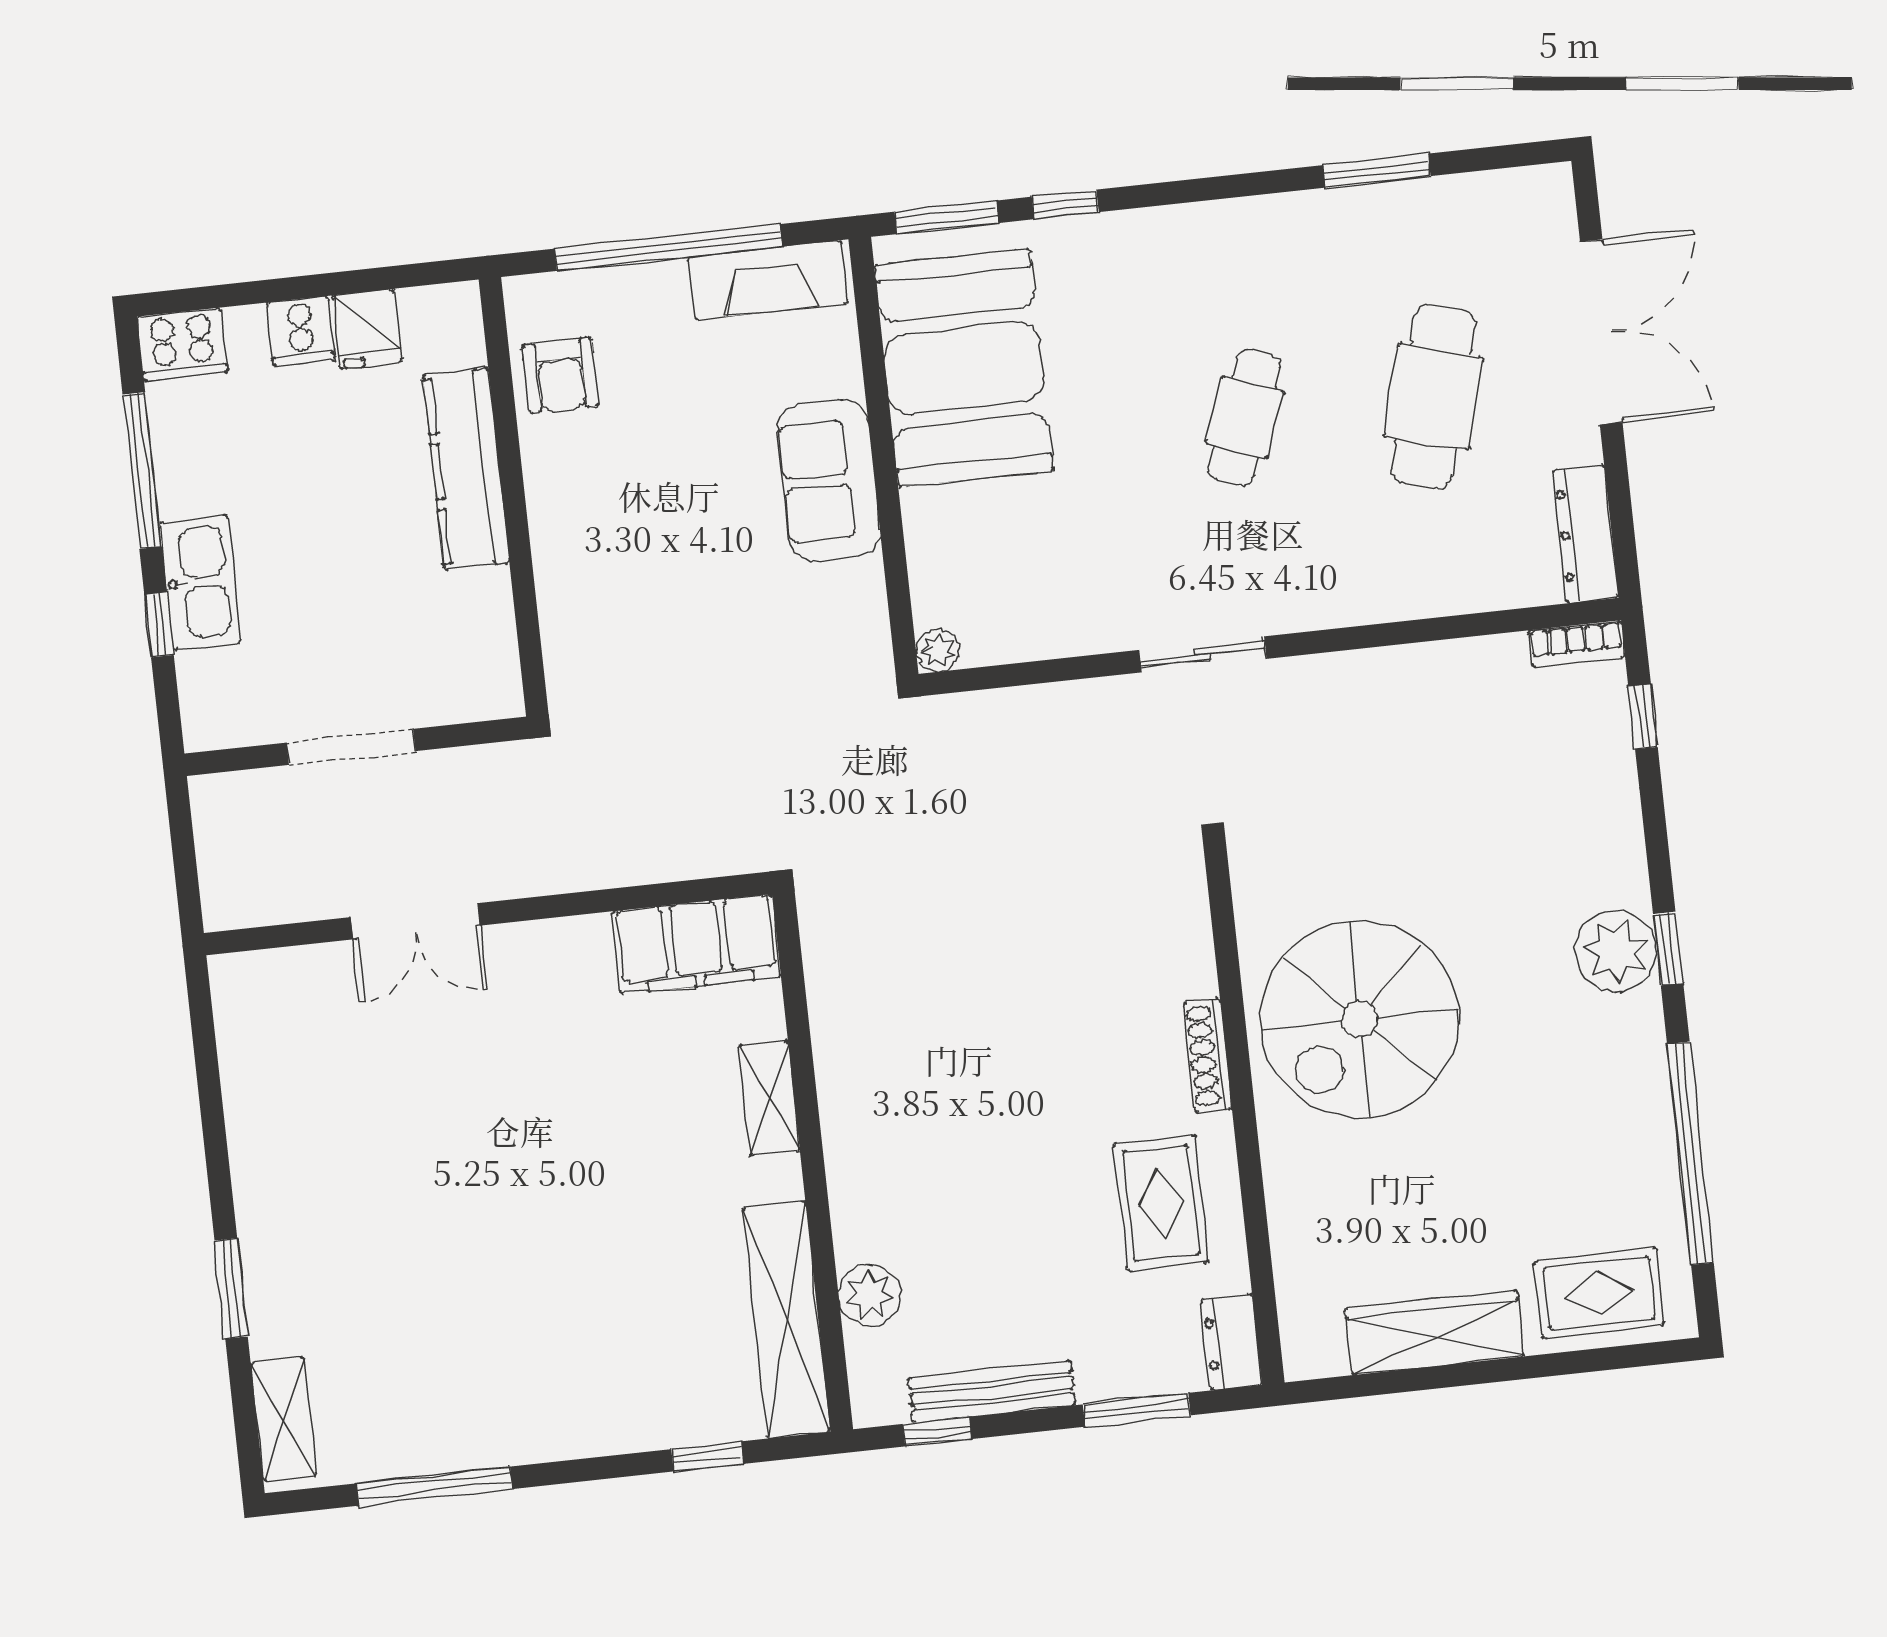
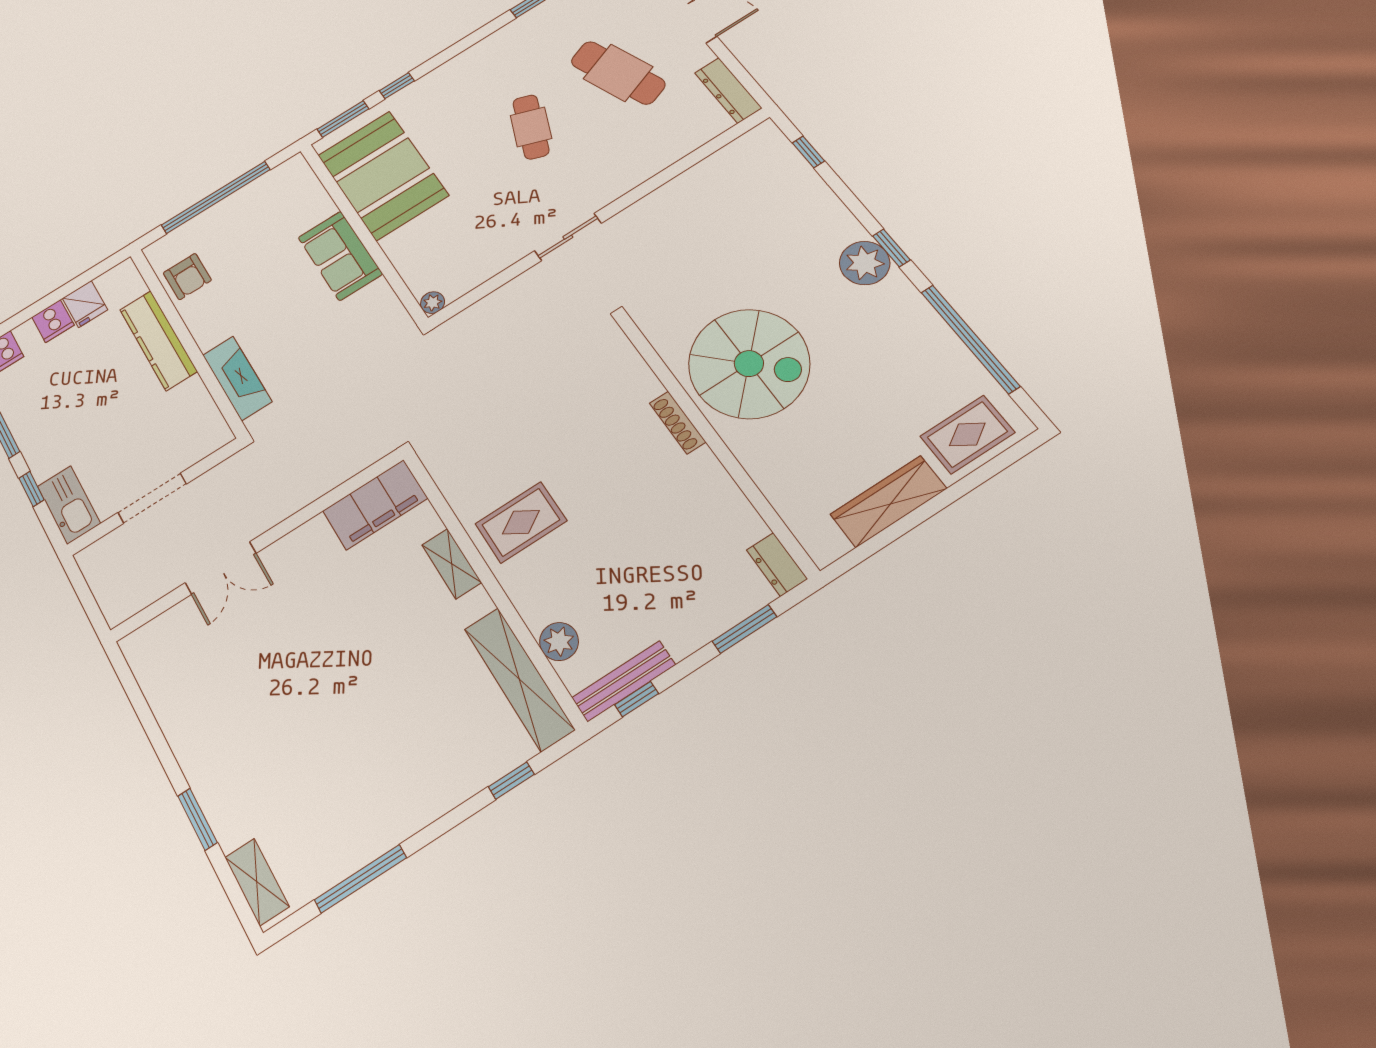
fireplace: (768, 280) -> (237, 378), moved, turned -90
cafe table: (1433, 397) -> (618, 73), turned -36
kitchen sink: (200, 582) -> (69, 505), moved
bookcase: (1577, 644) -> (754, 138), removed
spiral stairs: (1360, 1019) -> (749, 364), turned -90
rug: (1161, 1203) -> (521, 522), moved, turned 90
bench: (992, 1391) -> (624, 681), moved

